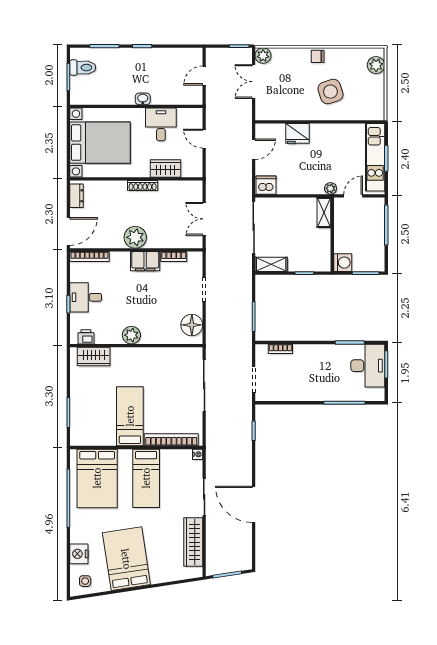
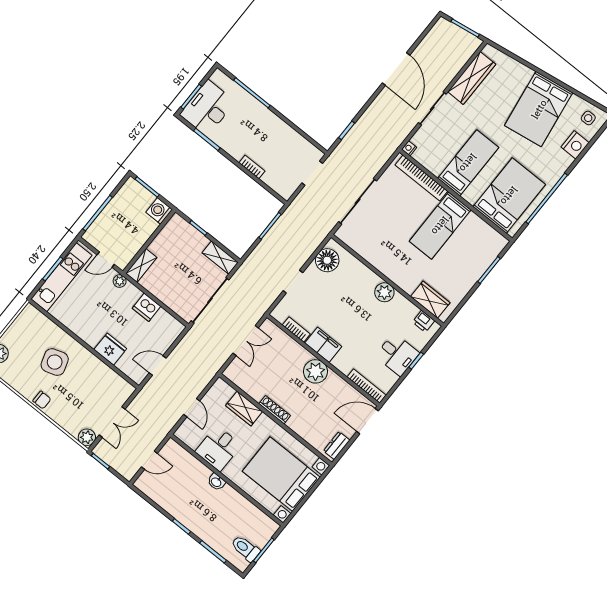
dishwasher: (266, 185) -> (147, 307), moved
bookcase: (280, 349) -> (252, 167), moved

